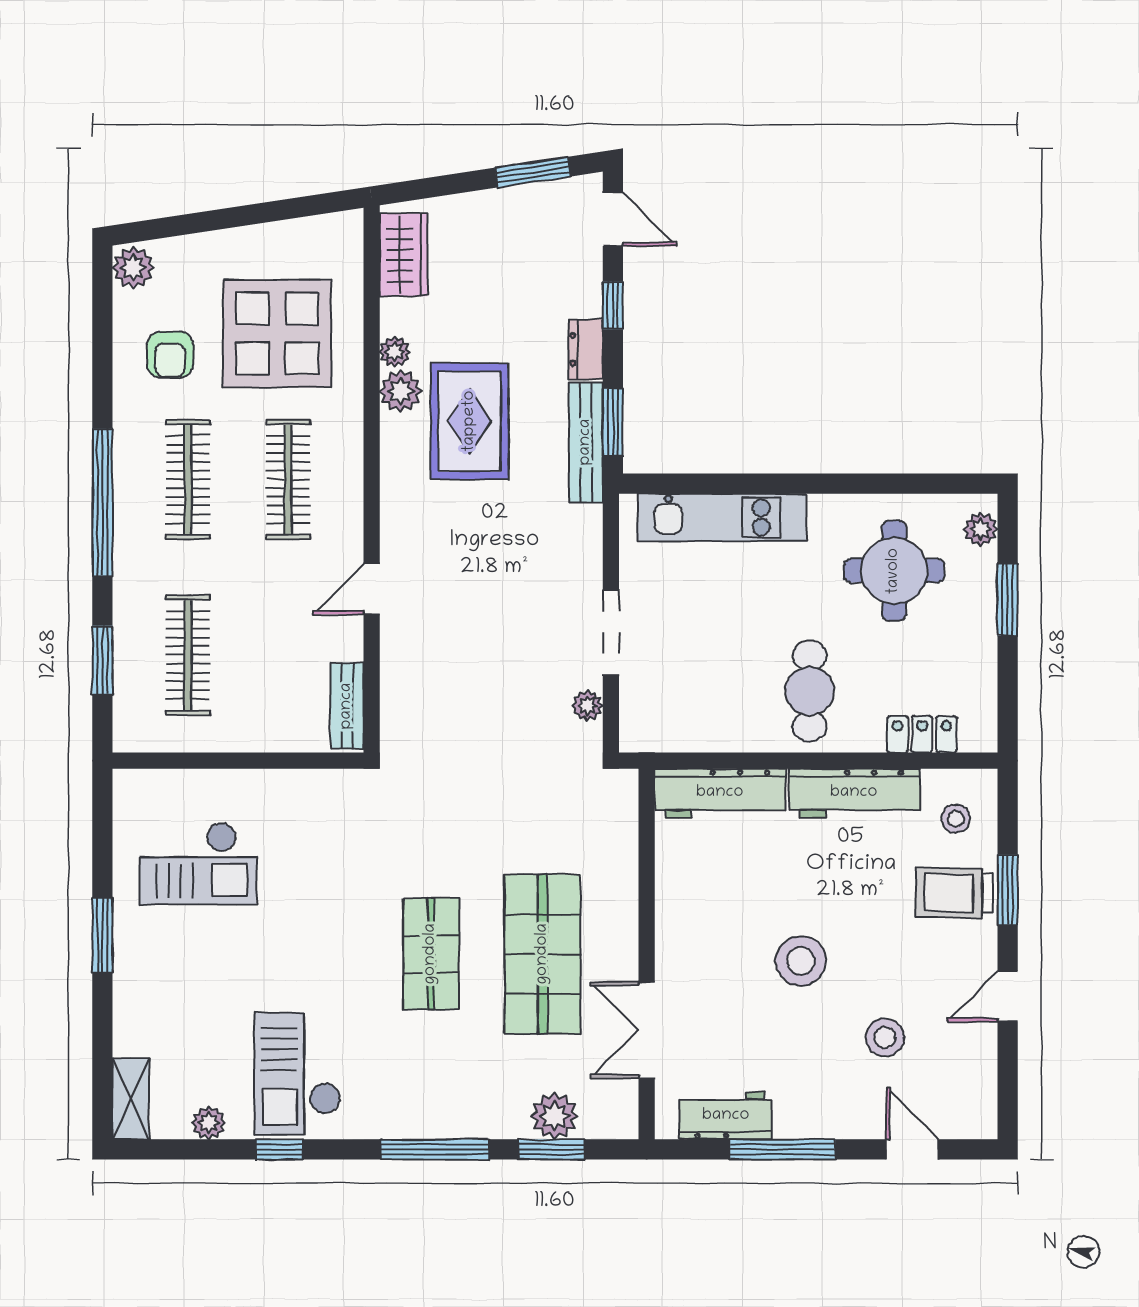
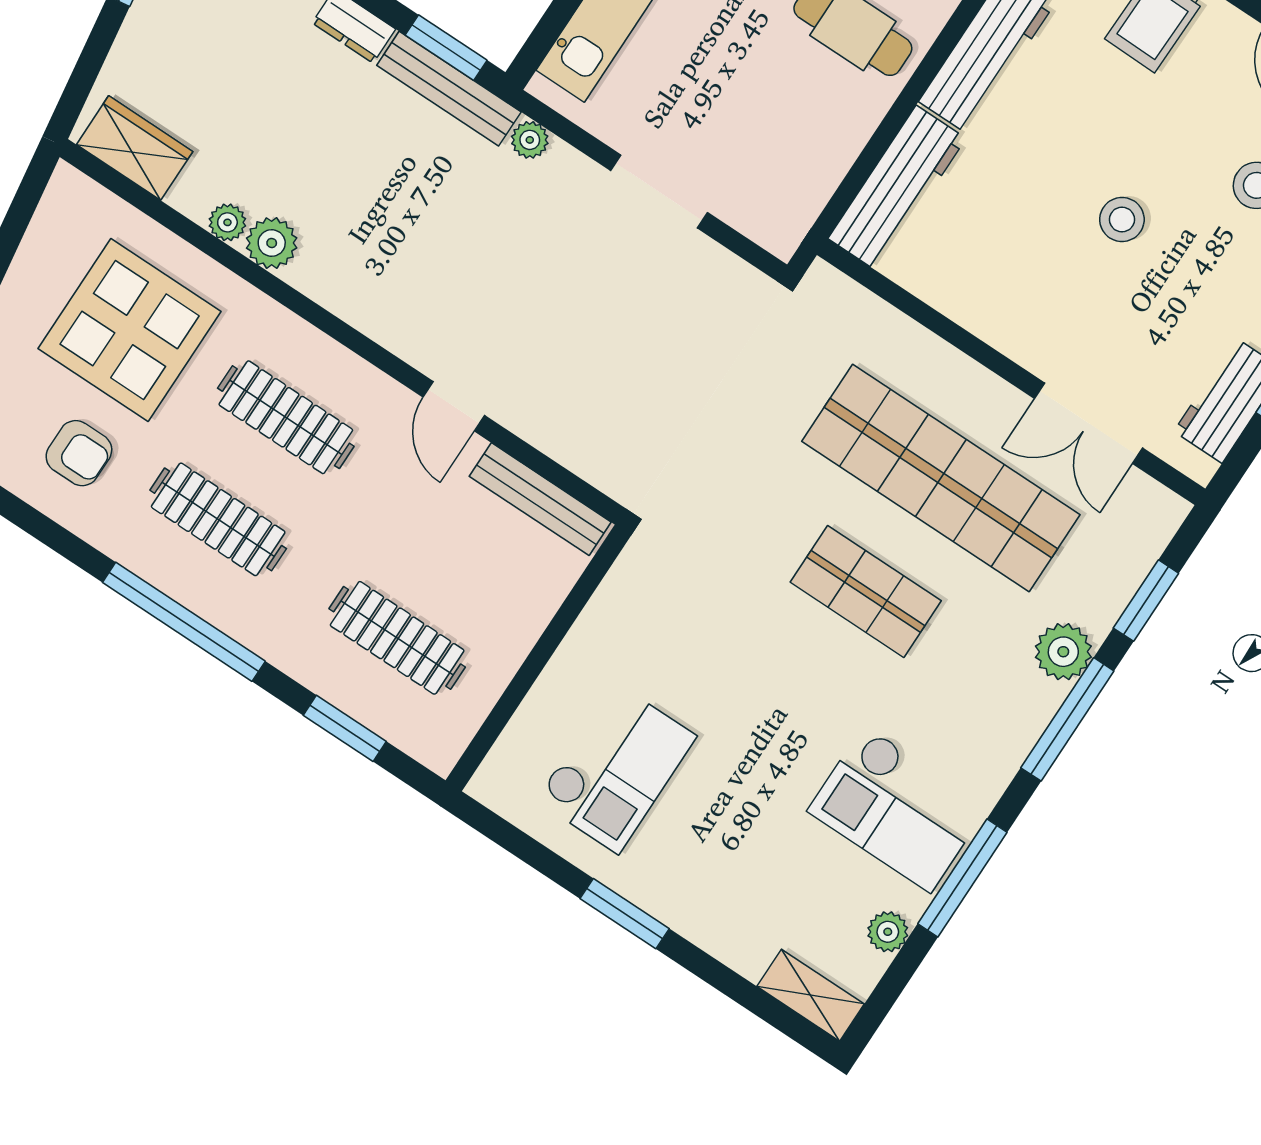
rug: (470, 421) -> (349, 193), removed
bench: (347, 706) -> (540, 499), width x1.36
plant: (588, 706) -> (530, 140), moved
shop shelf: (543, 954) -> (941, 478), width x1.40
stool: (801, 961) -> (1122, 219), width x0.73, depth x0.73
plant: (554, 1116) -> (1063, 652), moved
window: (279, 1149) -> (962, 878), width x2.17

